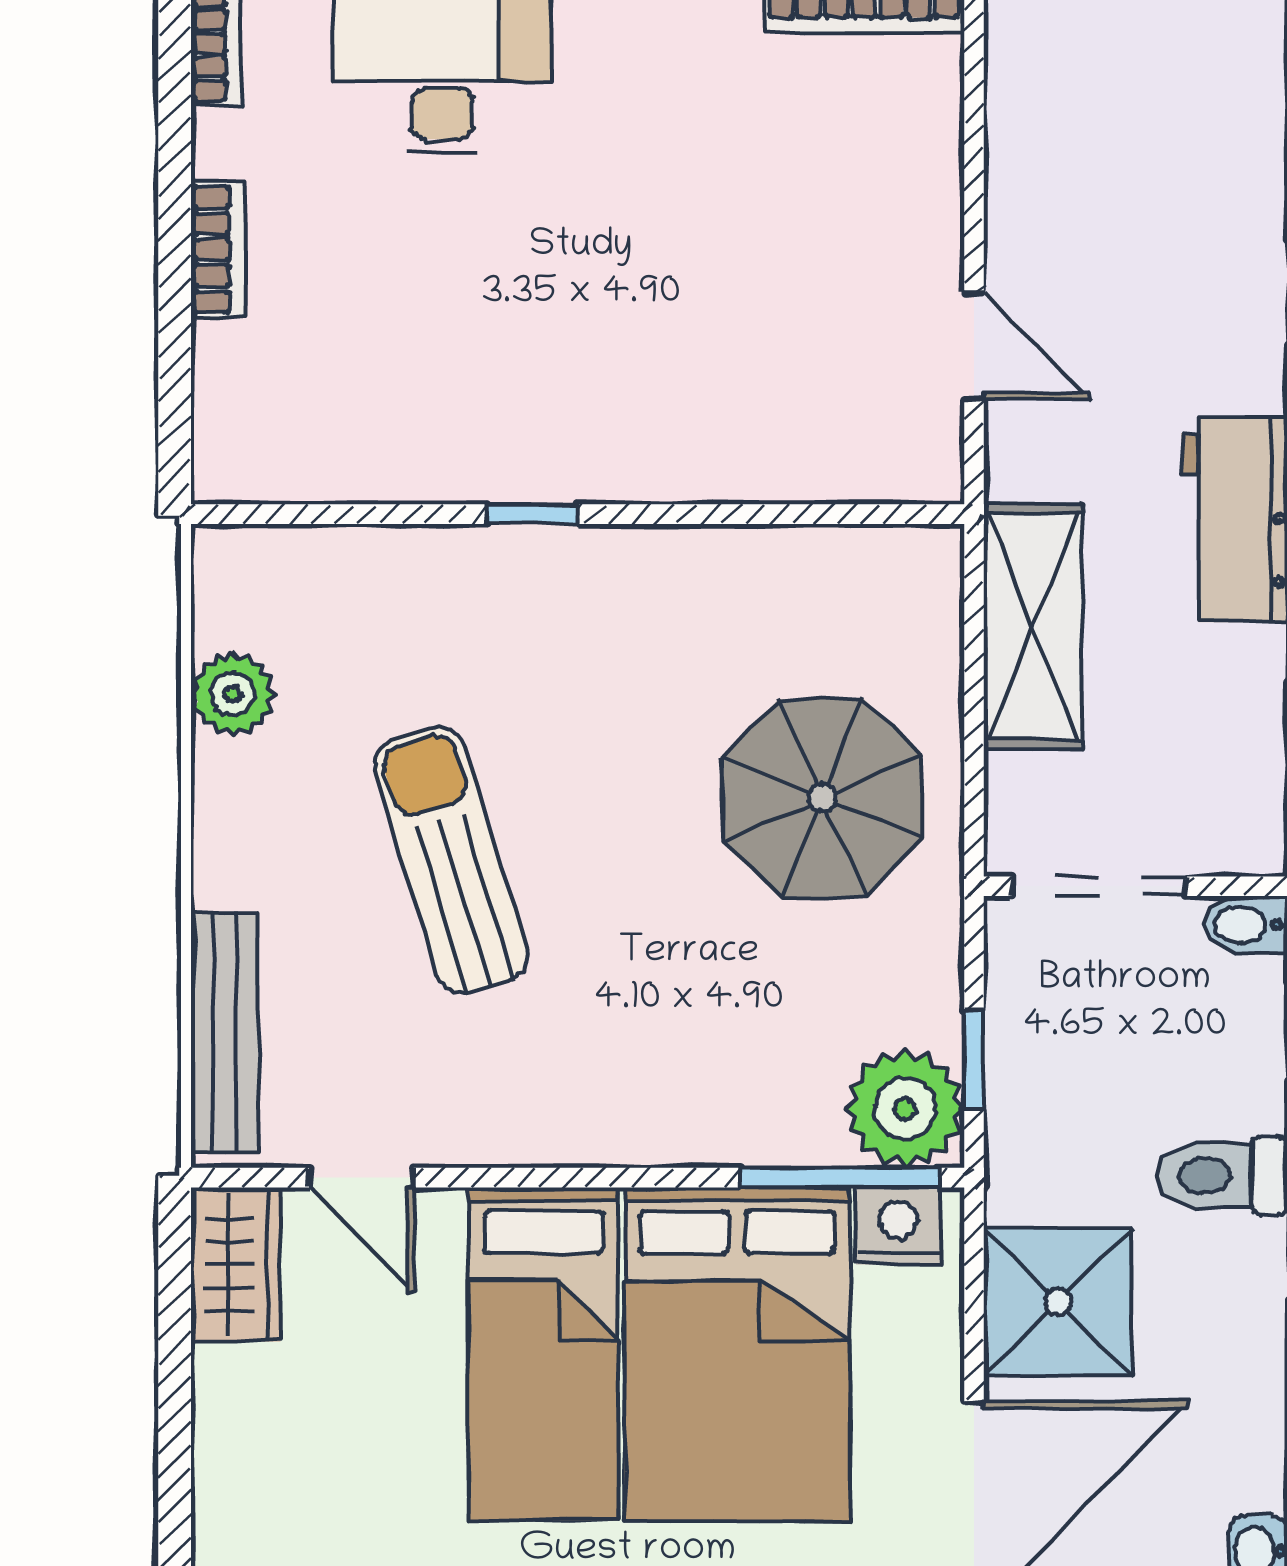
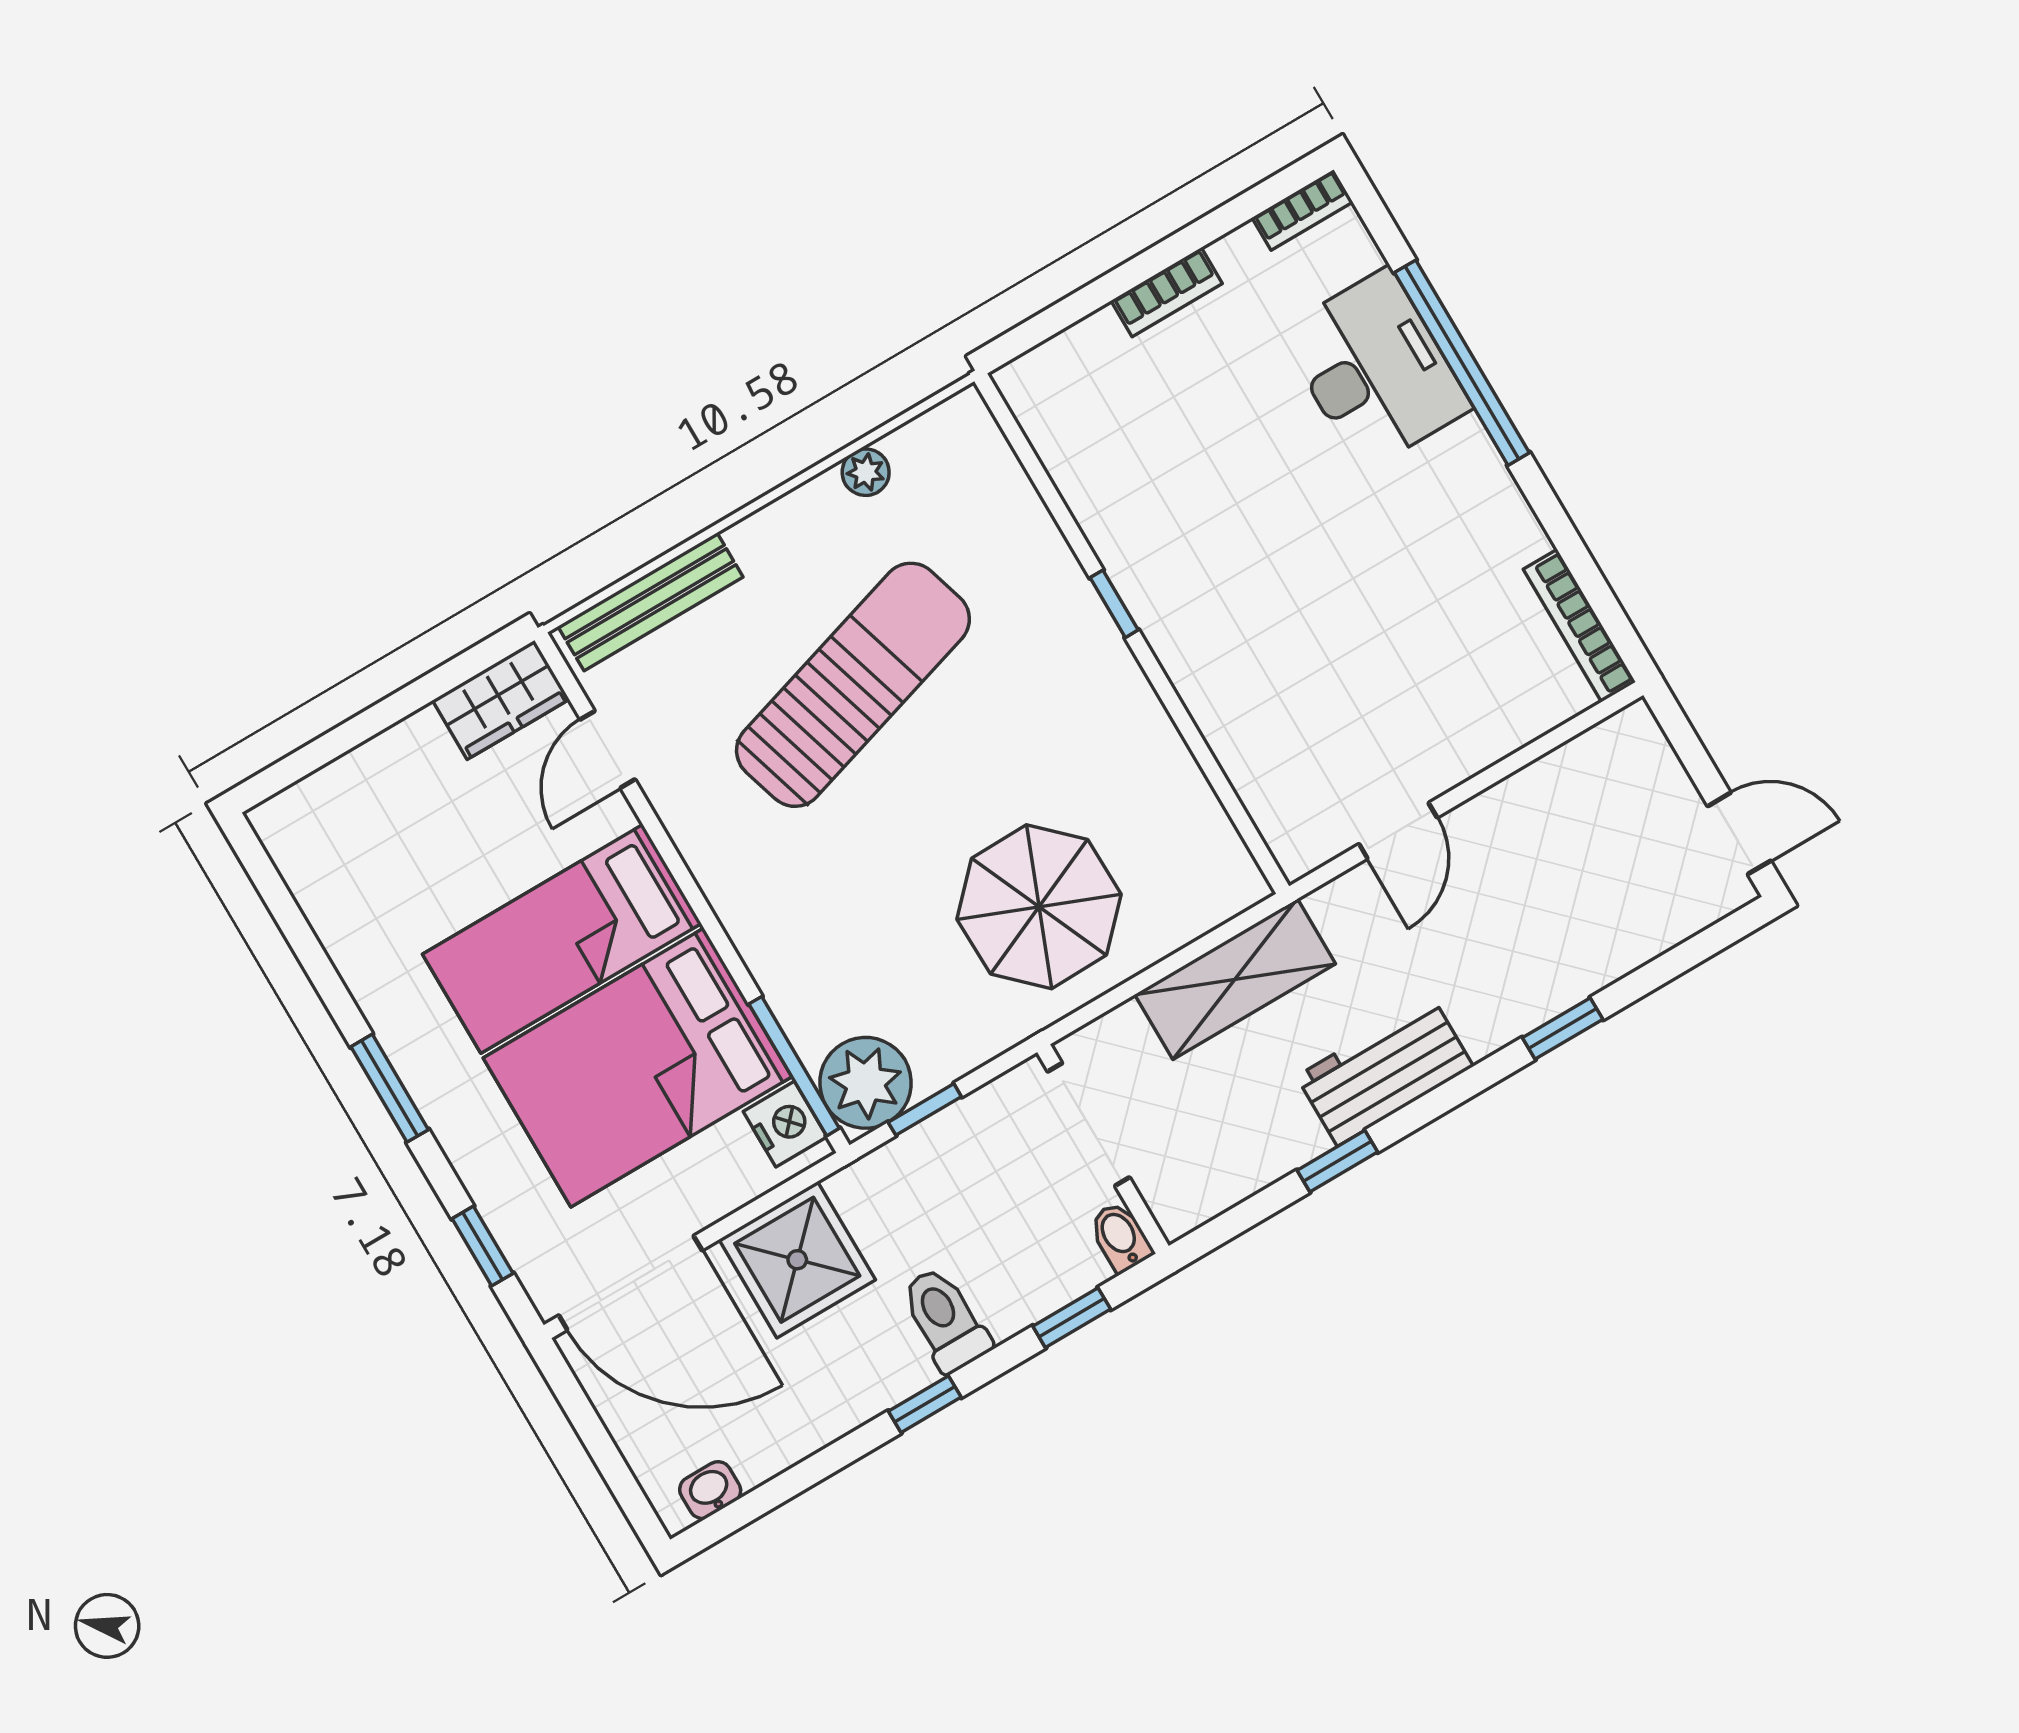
plant: (233, 694) -> (866, 472), width x0.73, depth x0.73
sun lounger: (451, 860) -> (853, 685), width x1.36, depth x1.34

